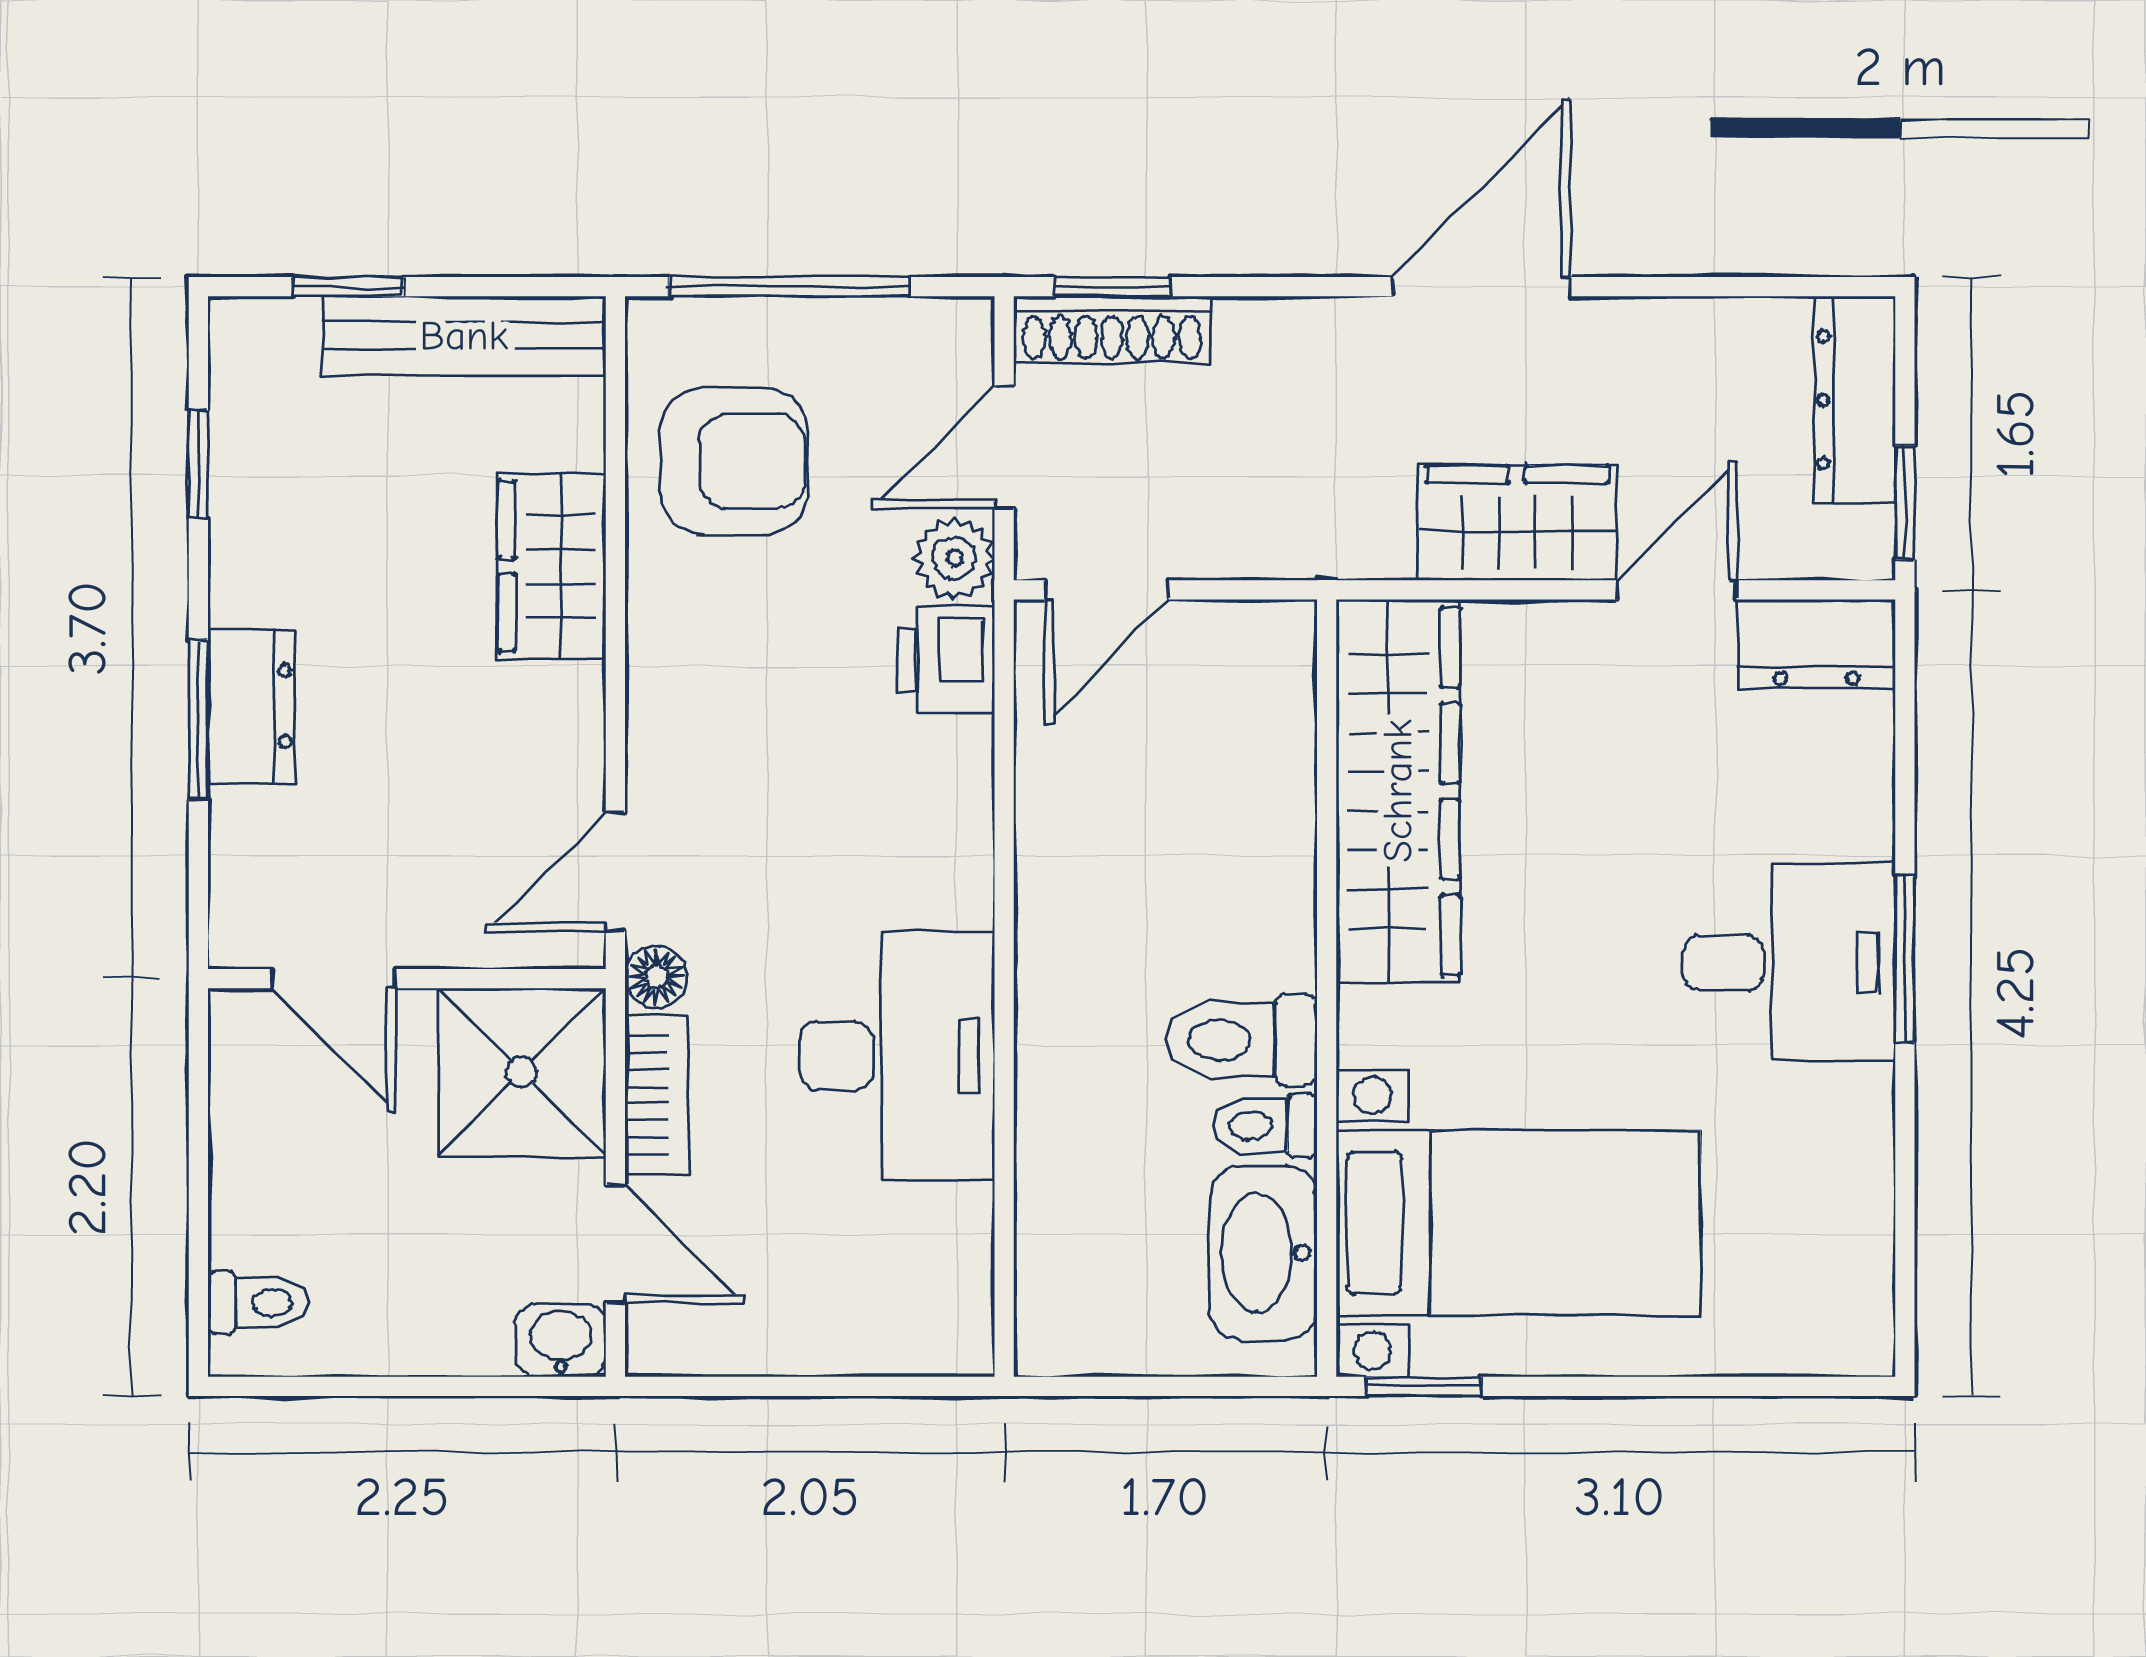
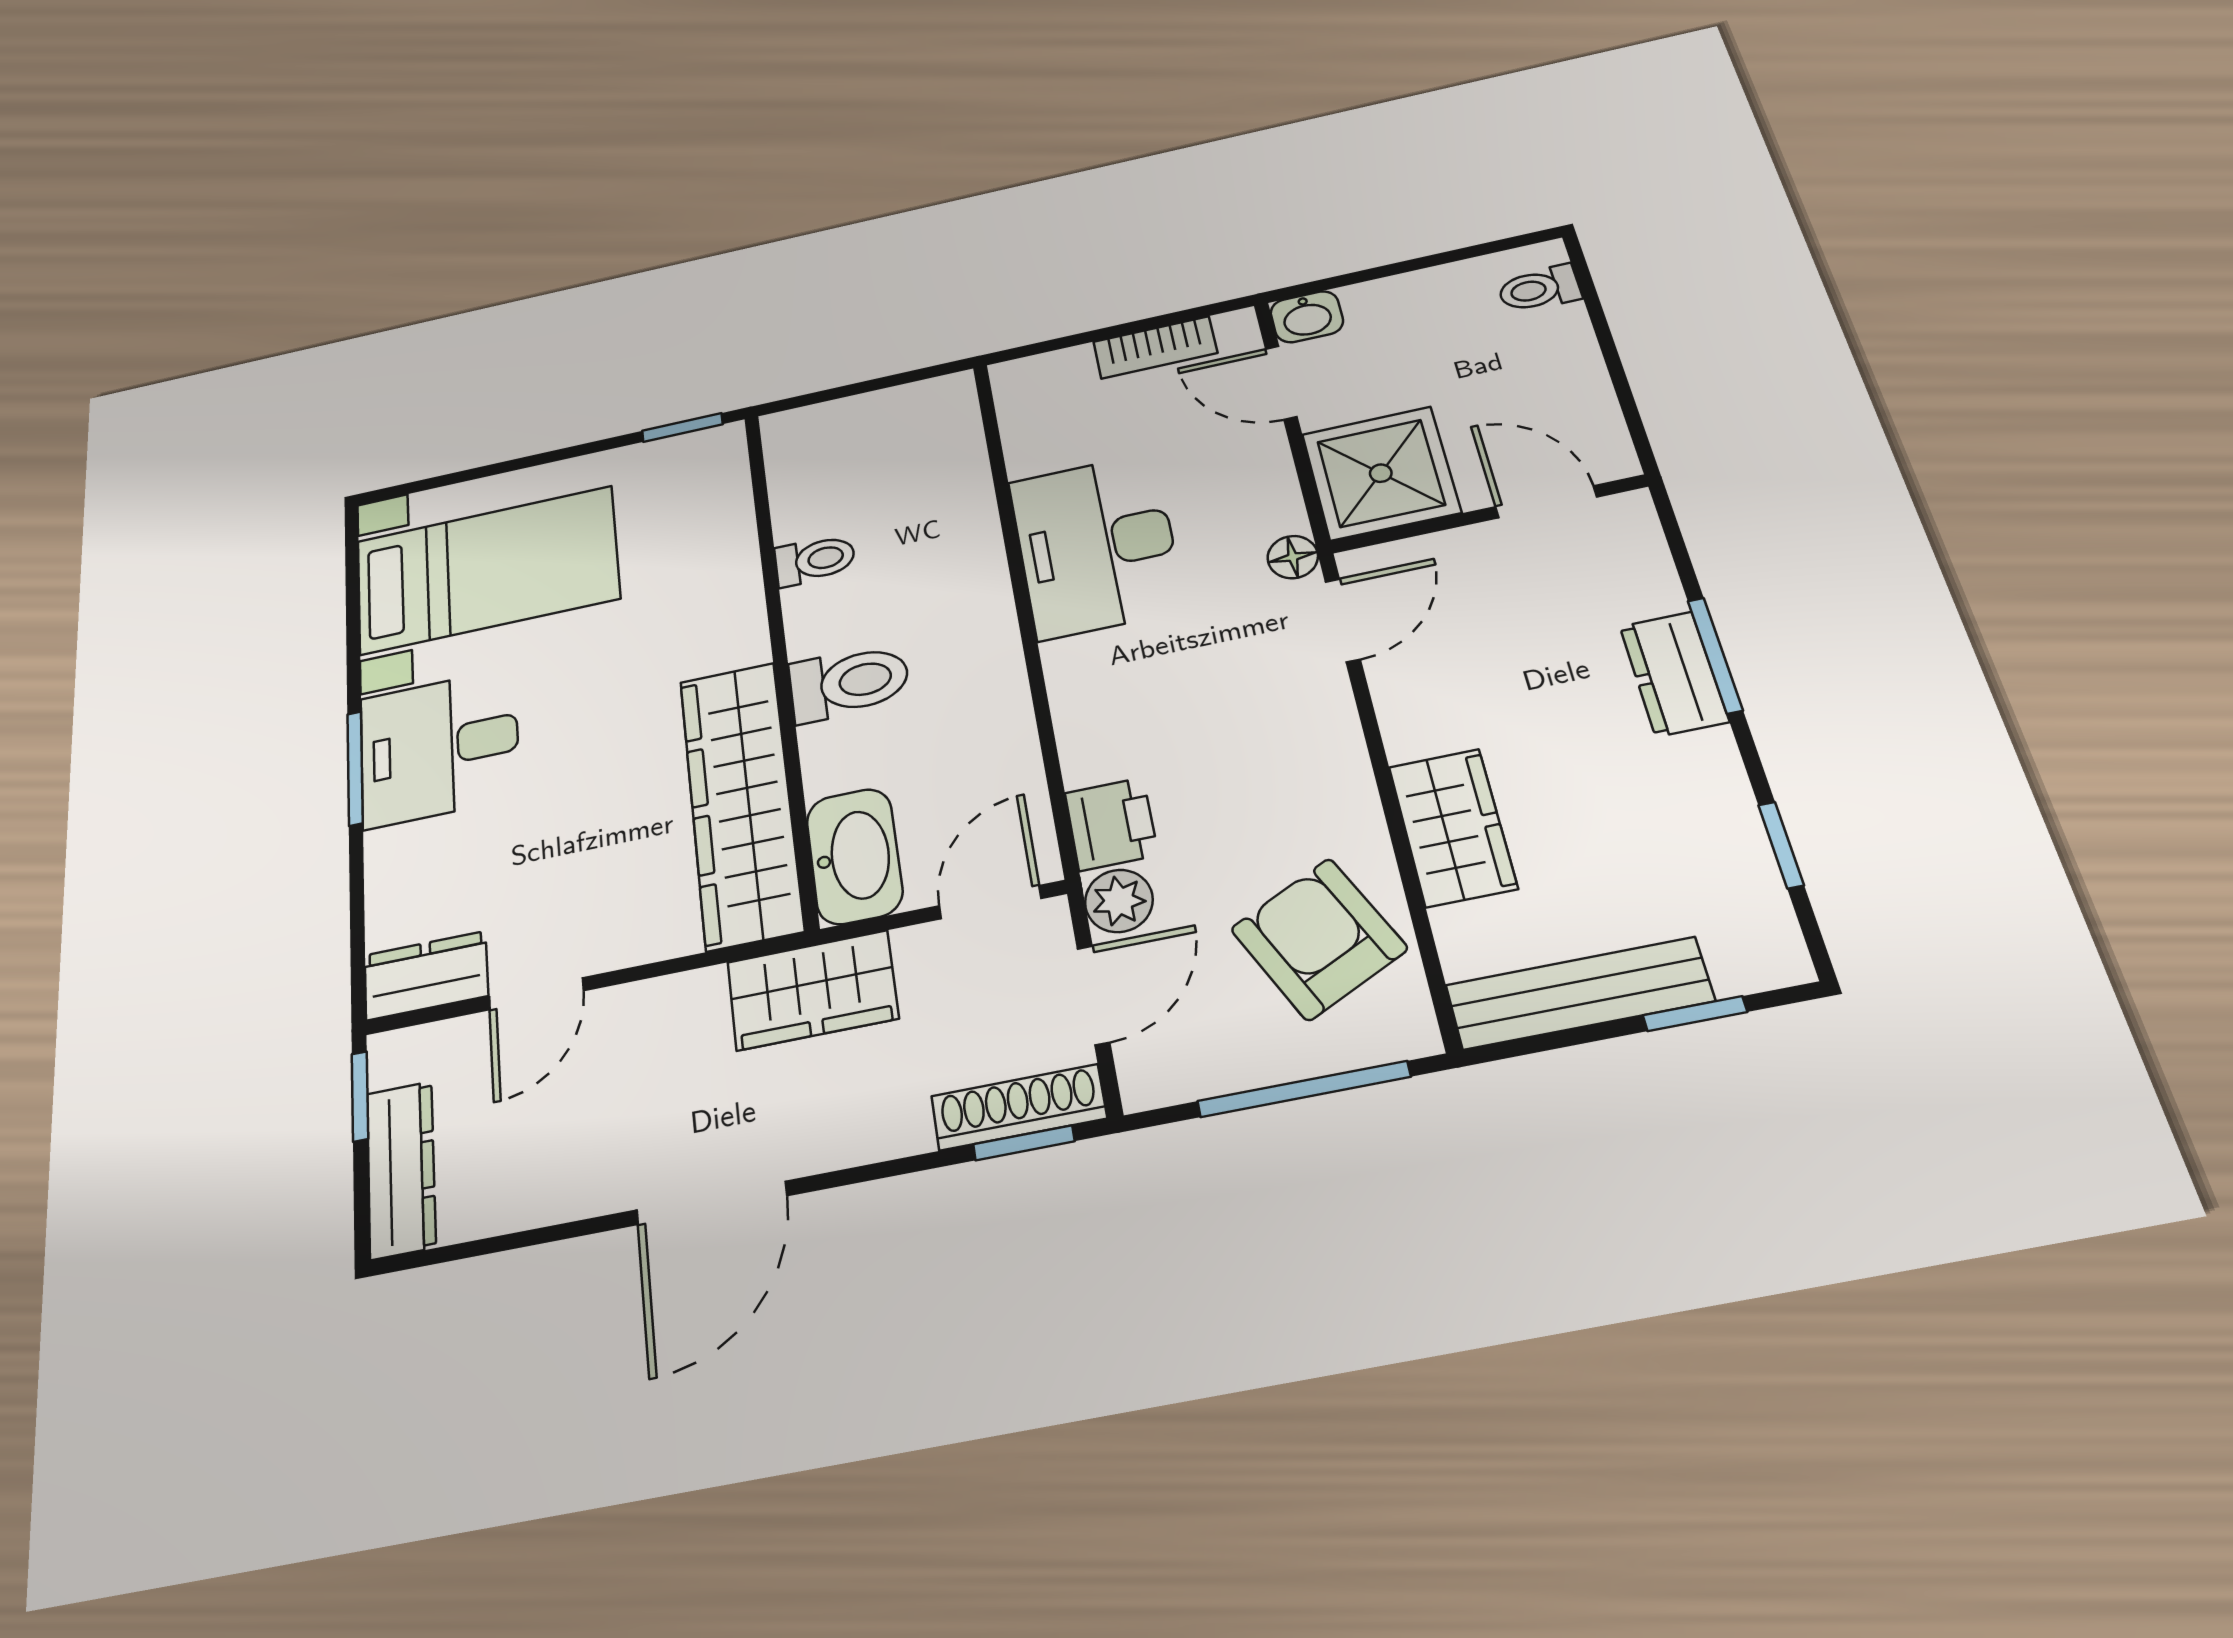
armchair: (734, 461) -> (1319, 939), turned 64
wardrobe: (1517, 523) -> (812, 990), moved
toilet: (1241, 1040) -> (849, 683), moved
bookcase: (657, 1095) -> (1155, 347), moved, turned -90
bed with nightstands: (1518, 1223) -> (487, 570), moved, turned 180
washbasin: (1264, 1253) -> (854, 856), moved

